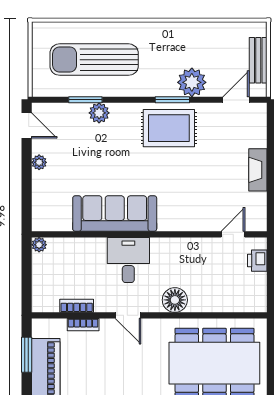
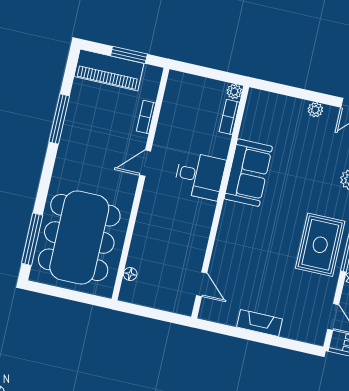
sofa: (115, 214) -> (248, 173), width x0.73
printer: (257, 261) -> (170, 302), removed
floor lamp: (175, 300) -> (130, 274), moved, width x0.53, depth x0.53
bookcase: (77, 306) -> (229, 117), moved, turned 180

